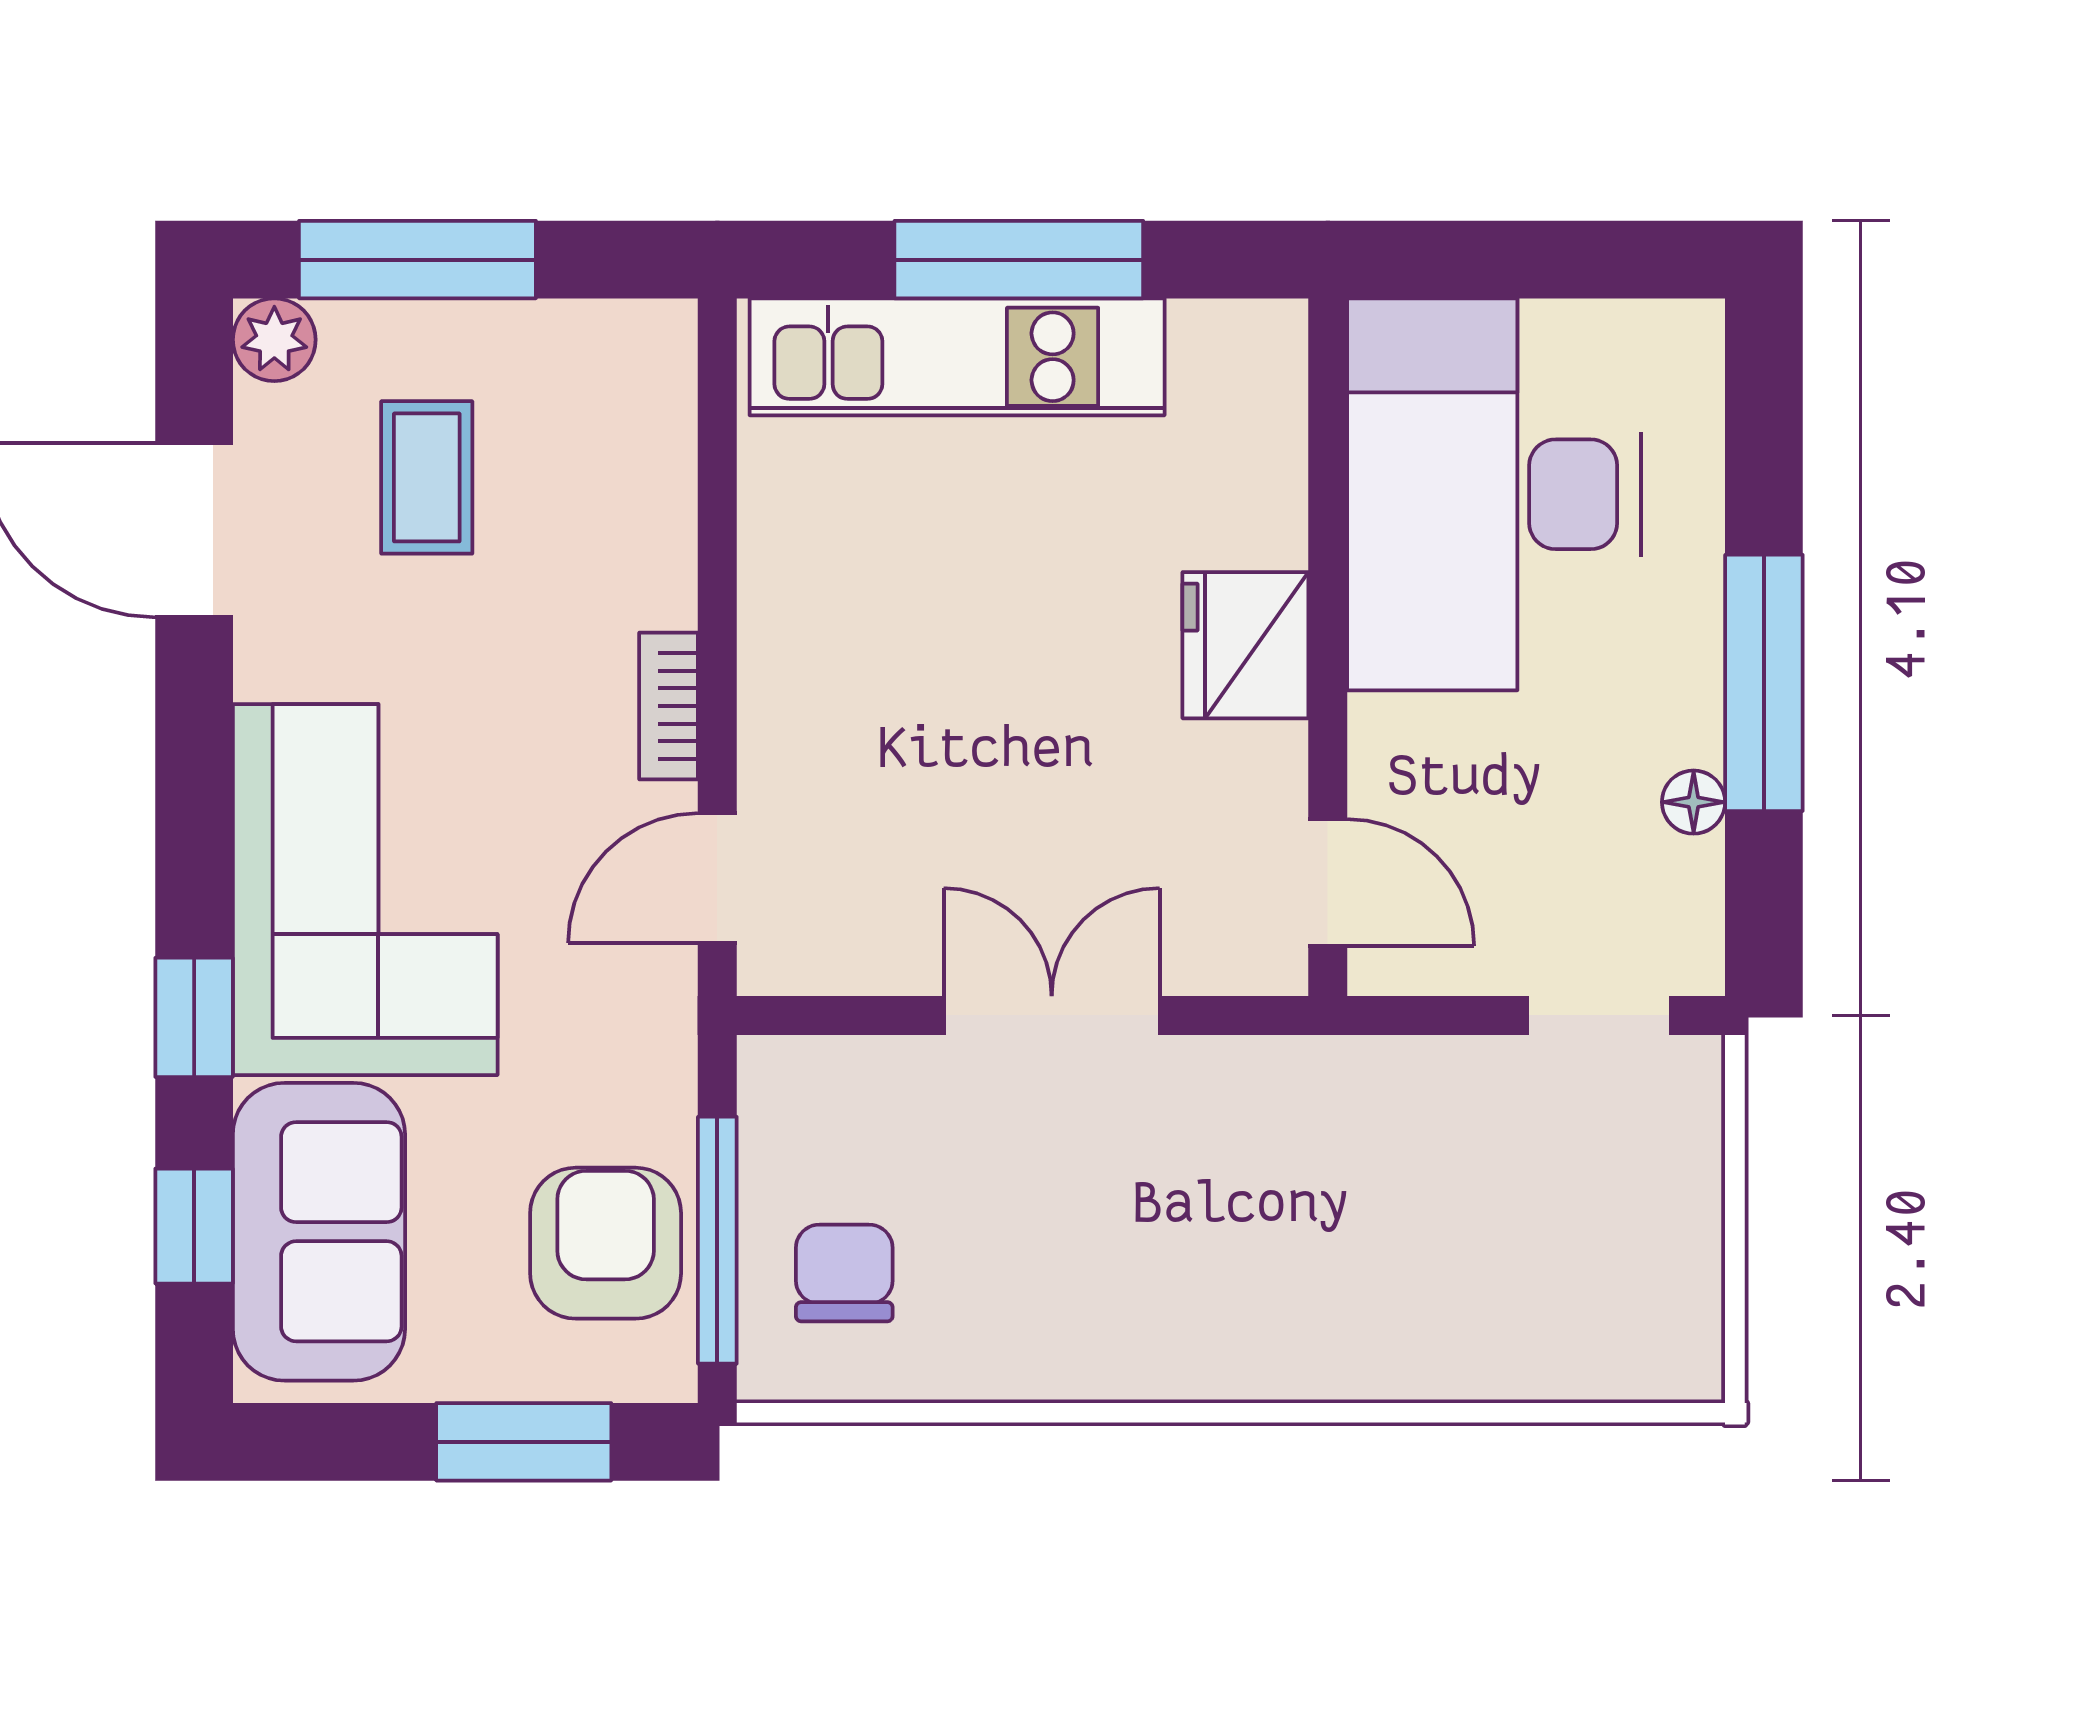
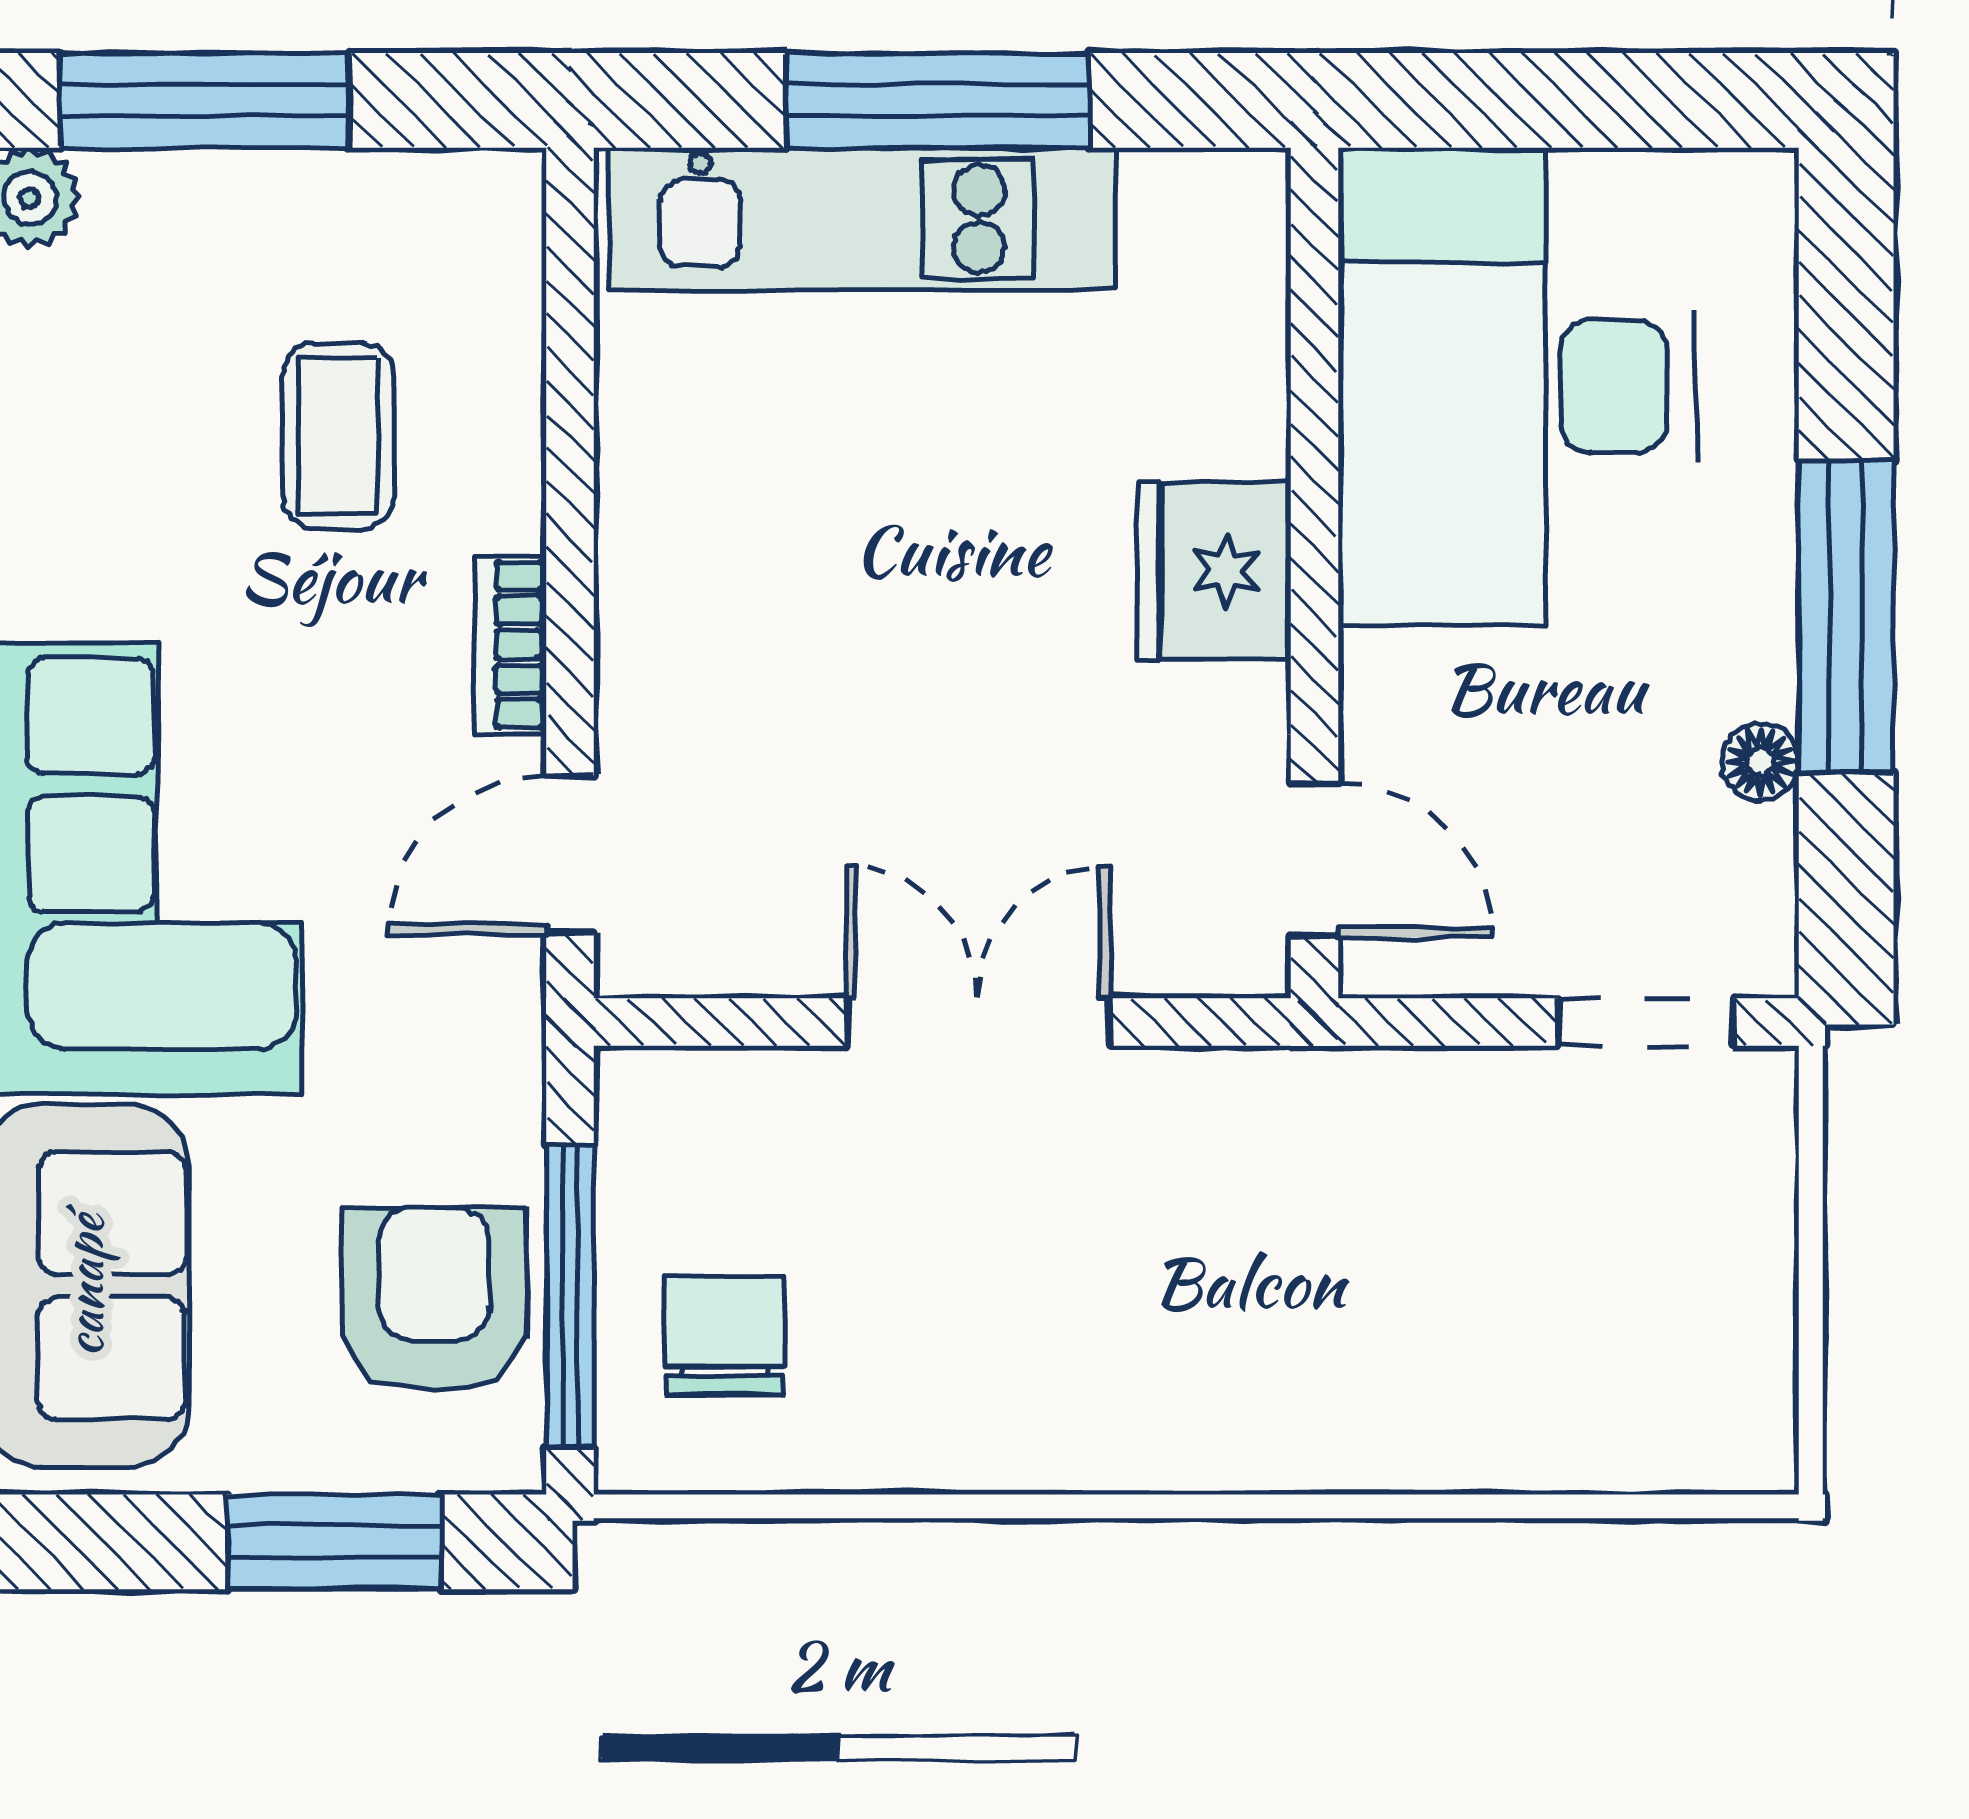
coffee table: (427, 477) -> (338, 436), moved

